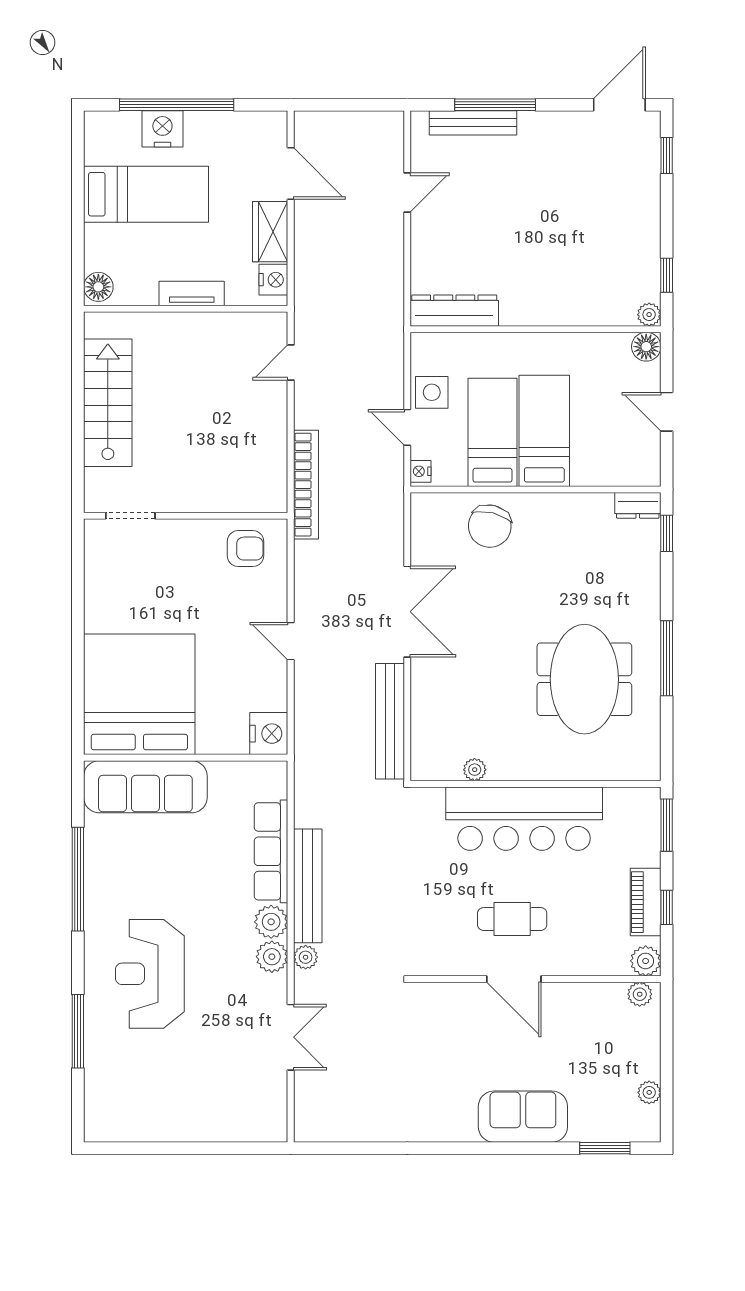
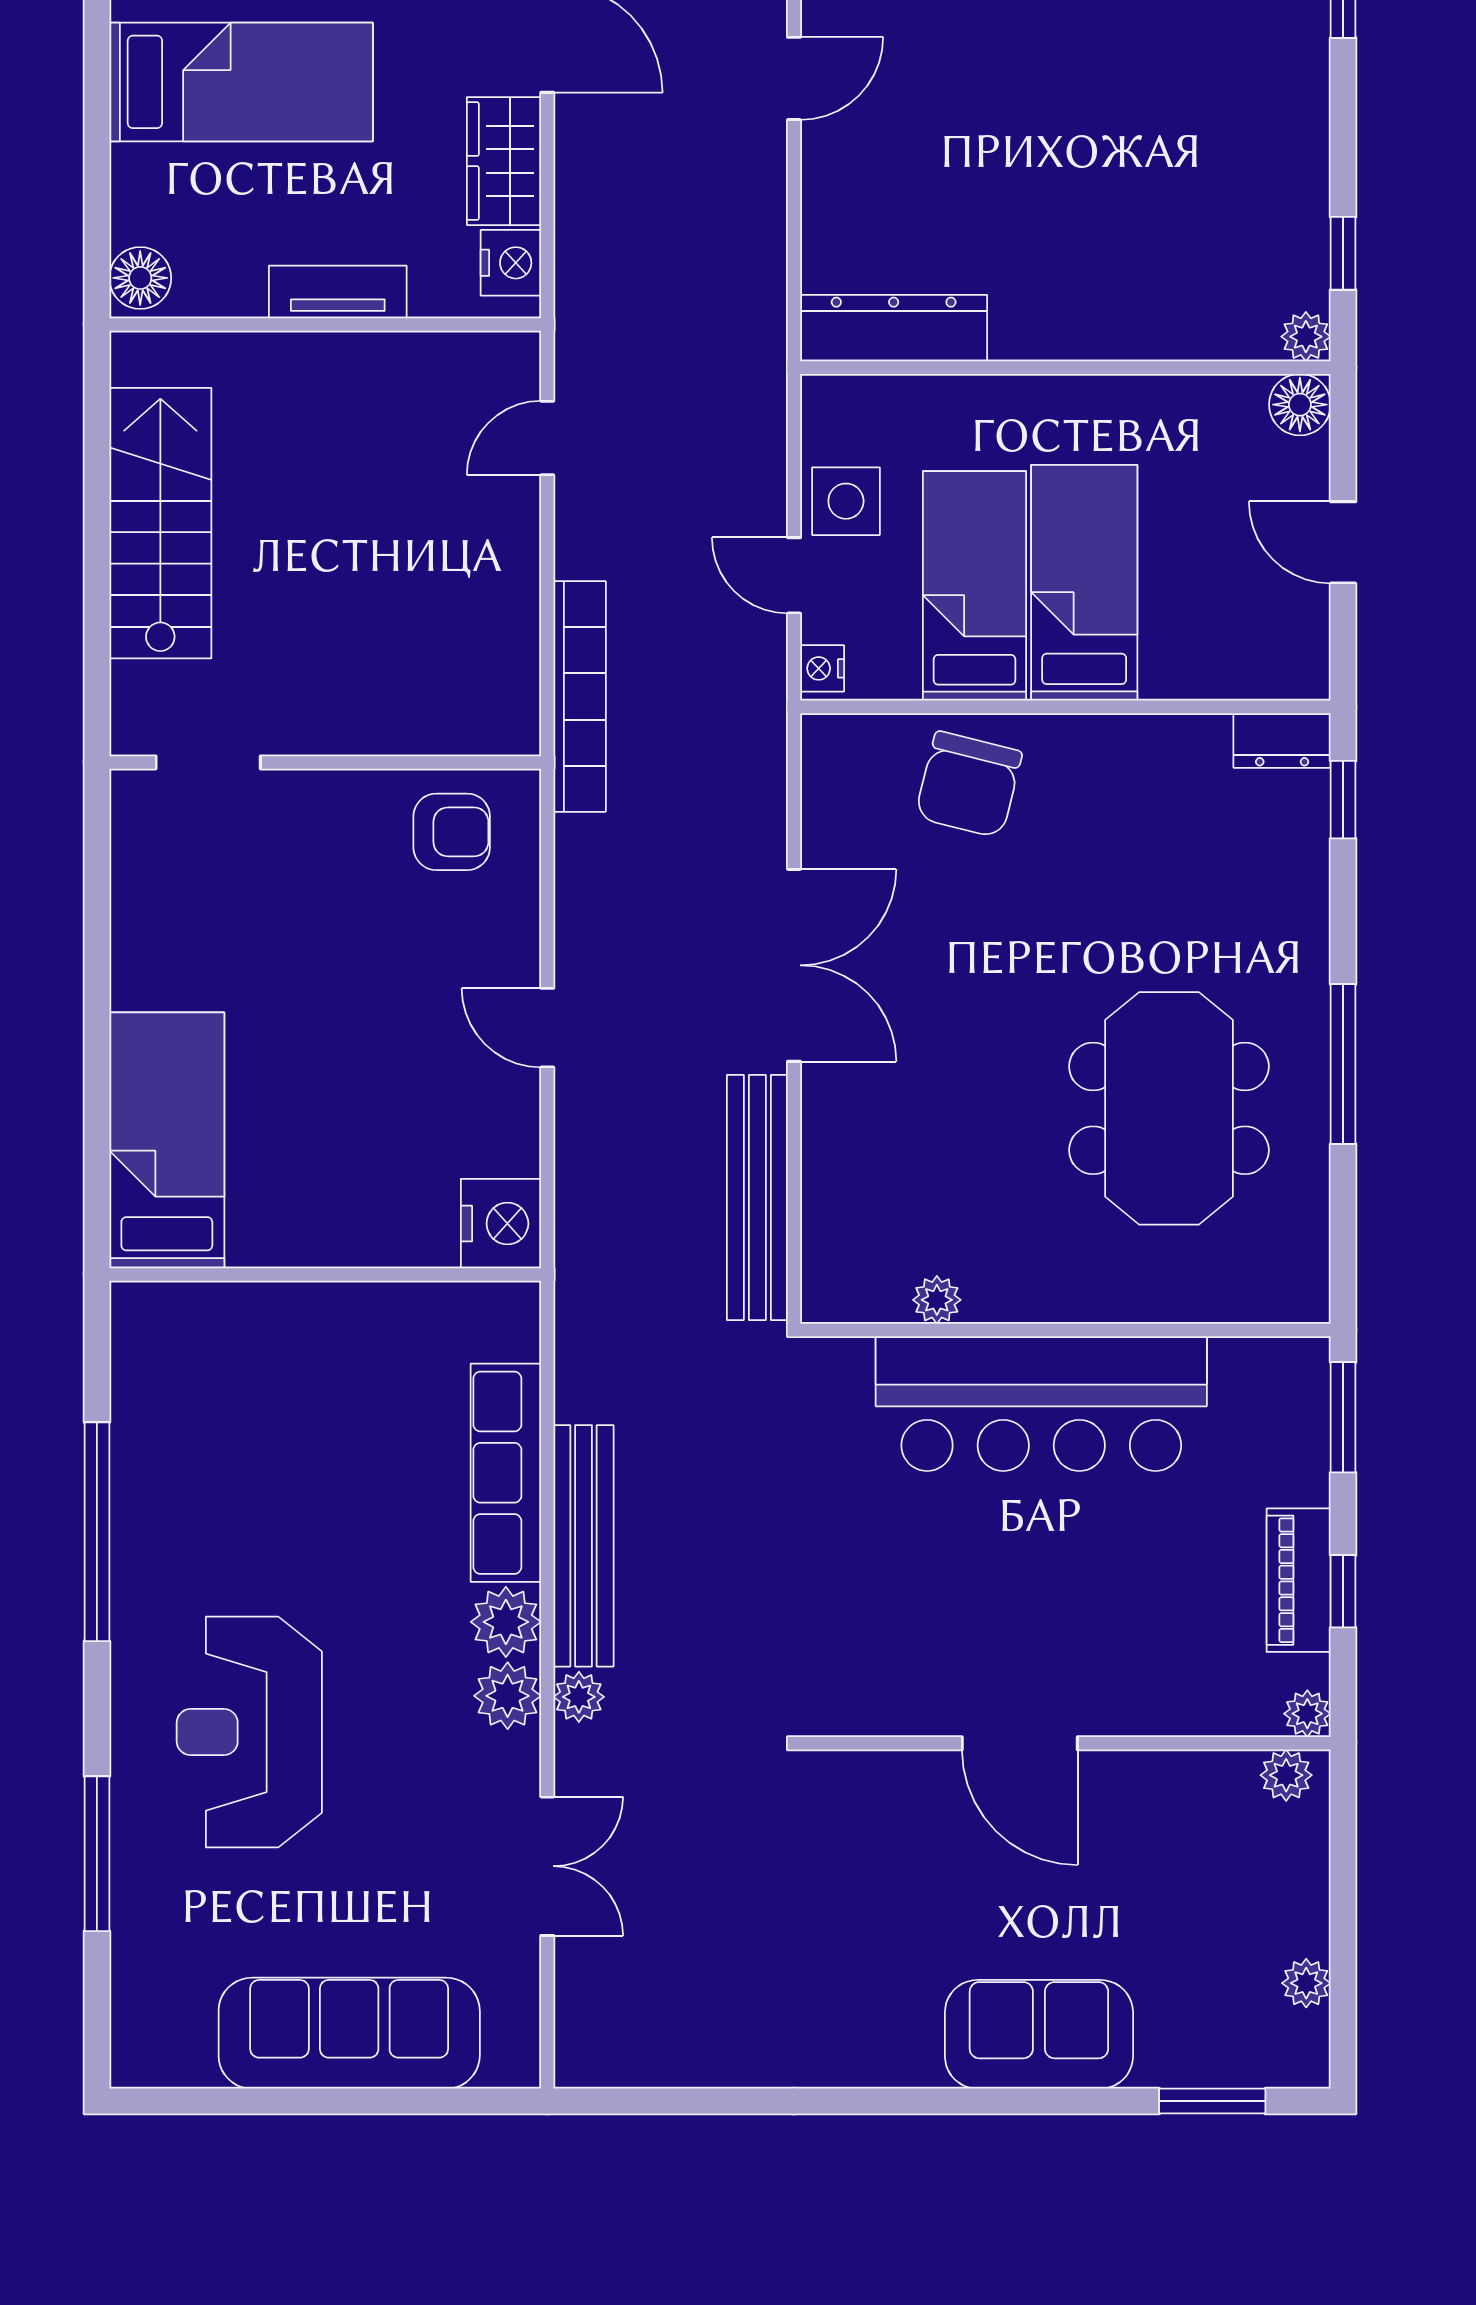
bed: (139, 694) -> (167, 1140), width x0.49
sofa: (145, 787) -> (349, 2033), moved, turned 180
cafe table: (512, 919) -> (1016, 1616), removed
plant: (646, 961) -> (1307, 1714), width x0.73, depth x0.73

